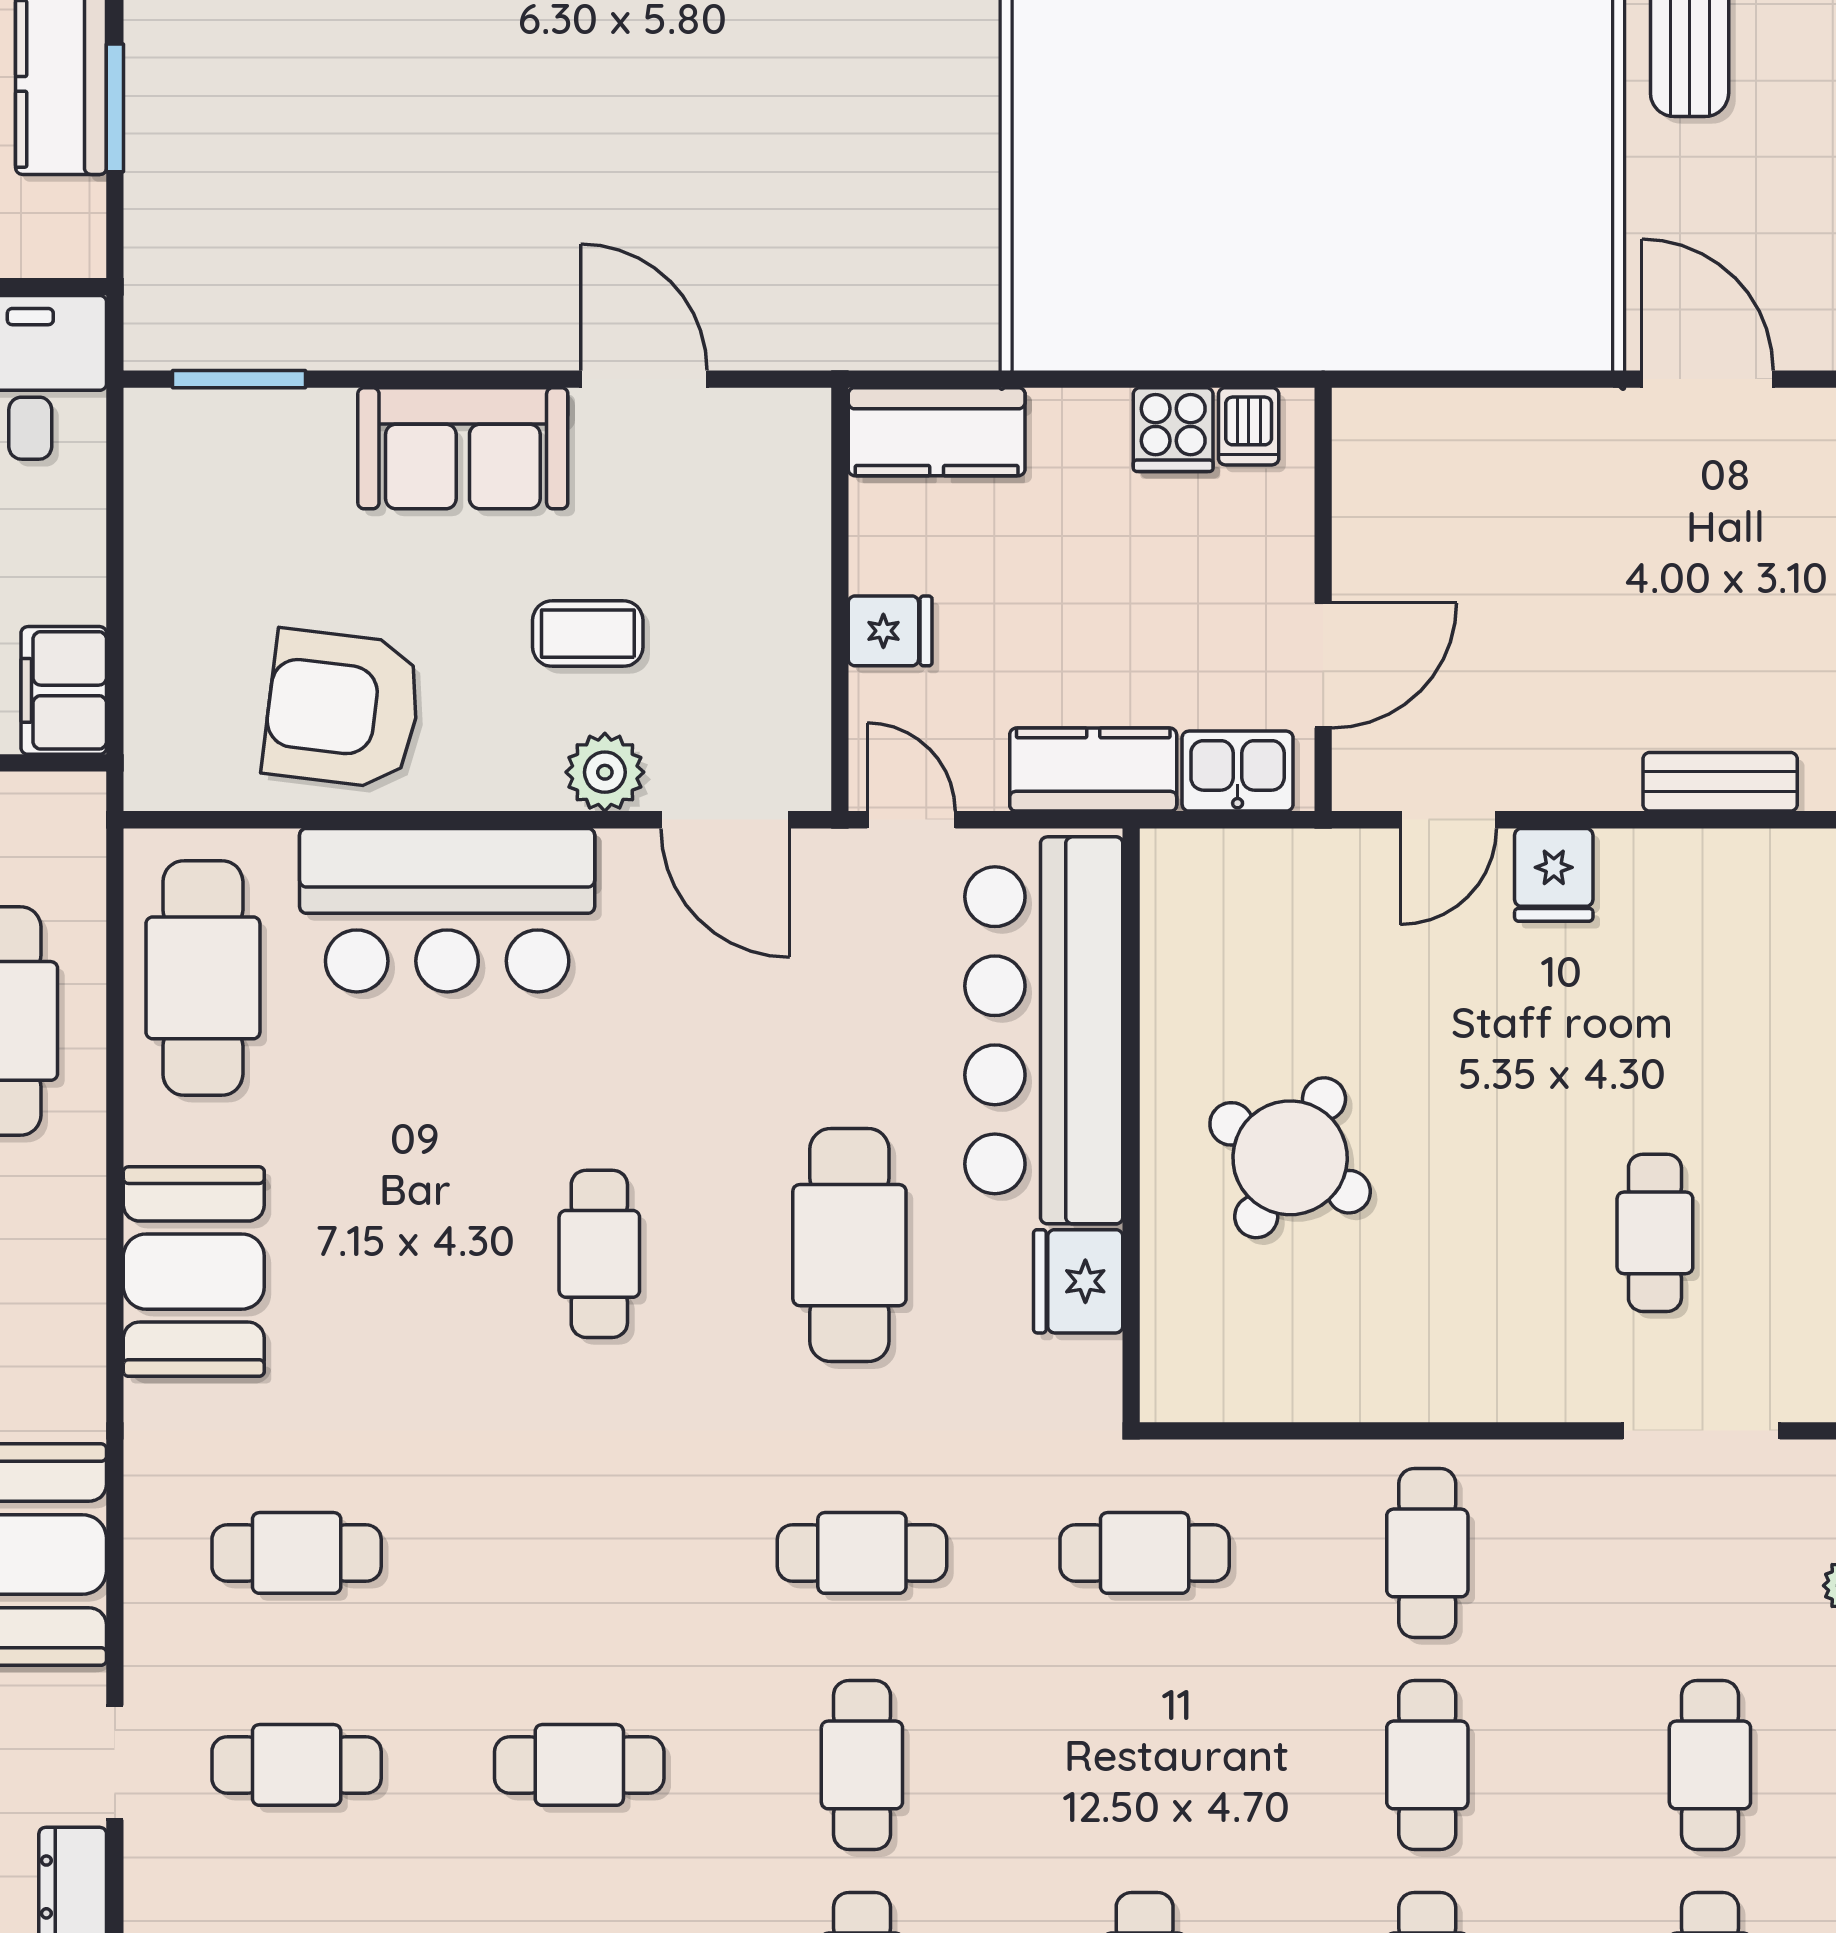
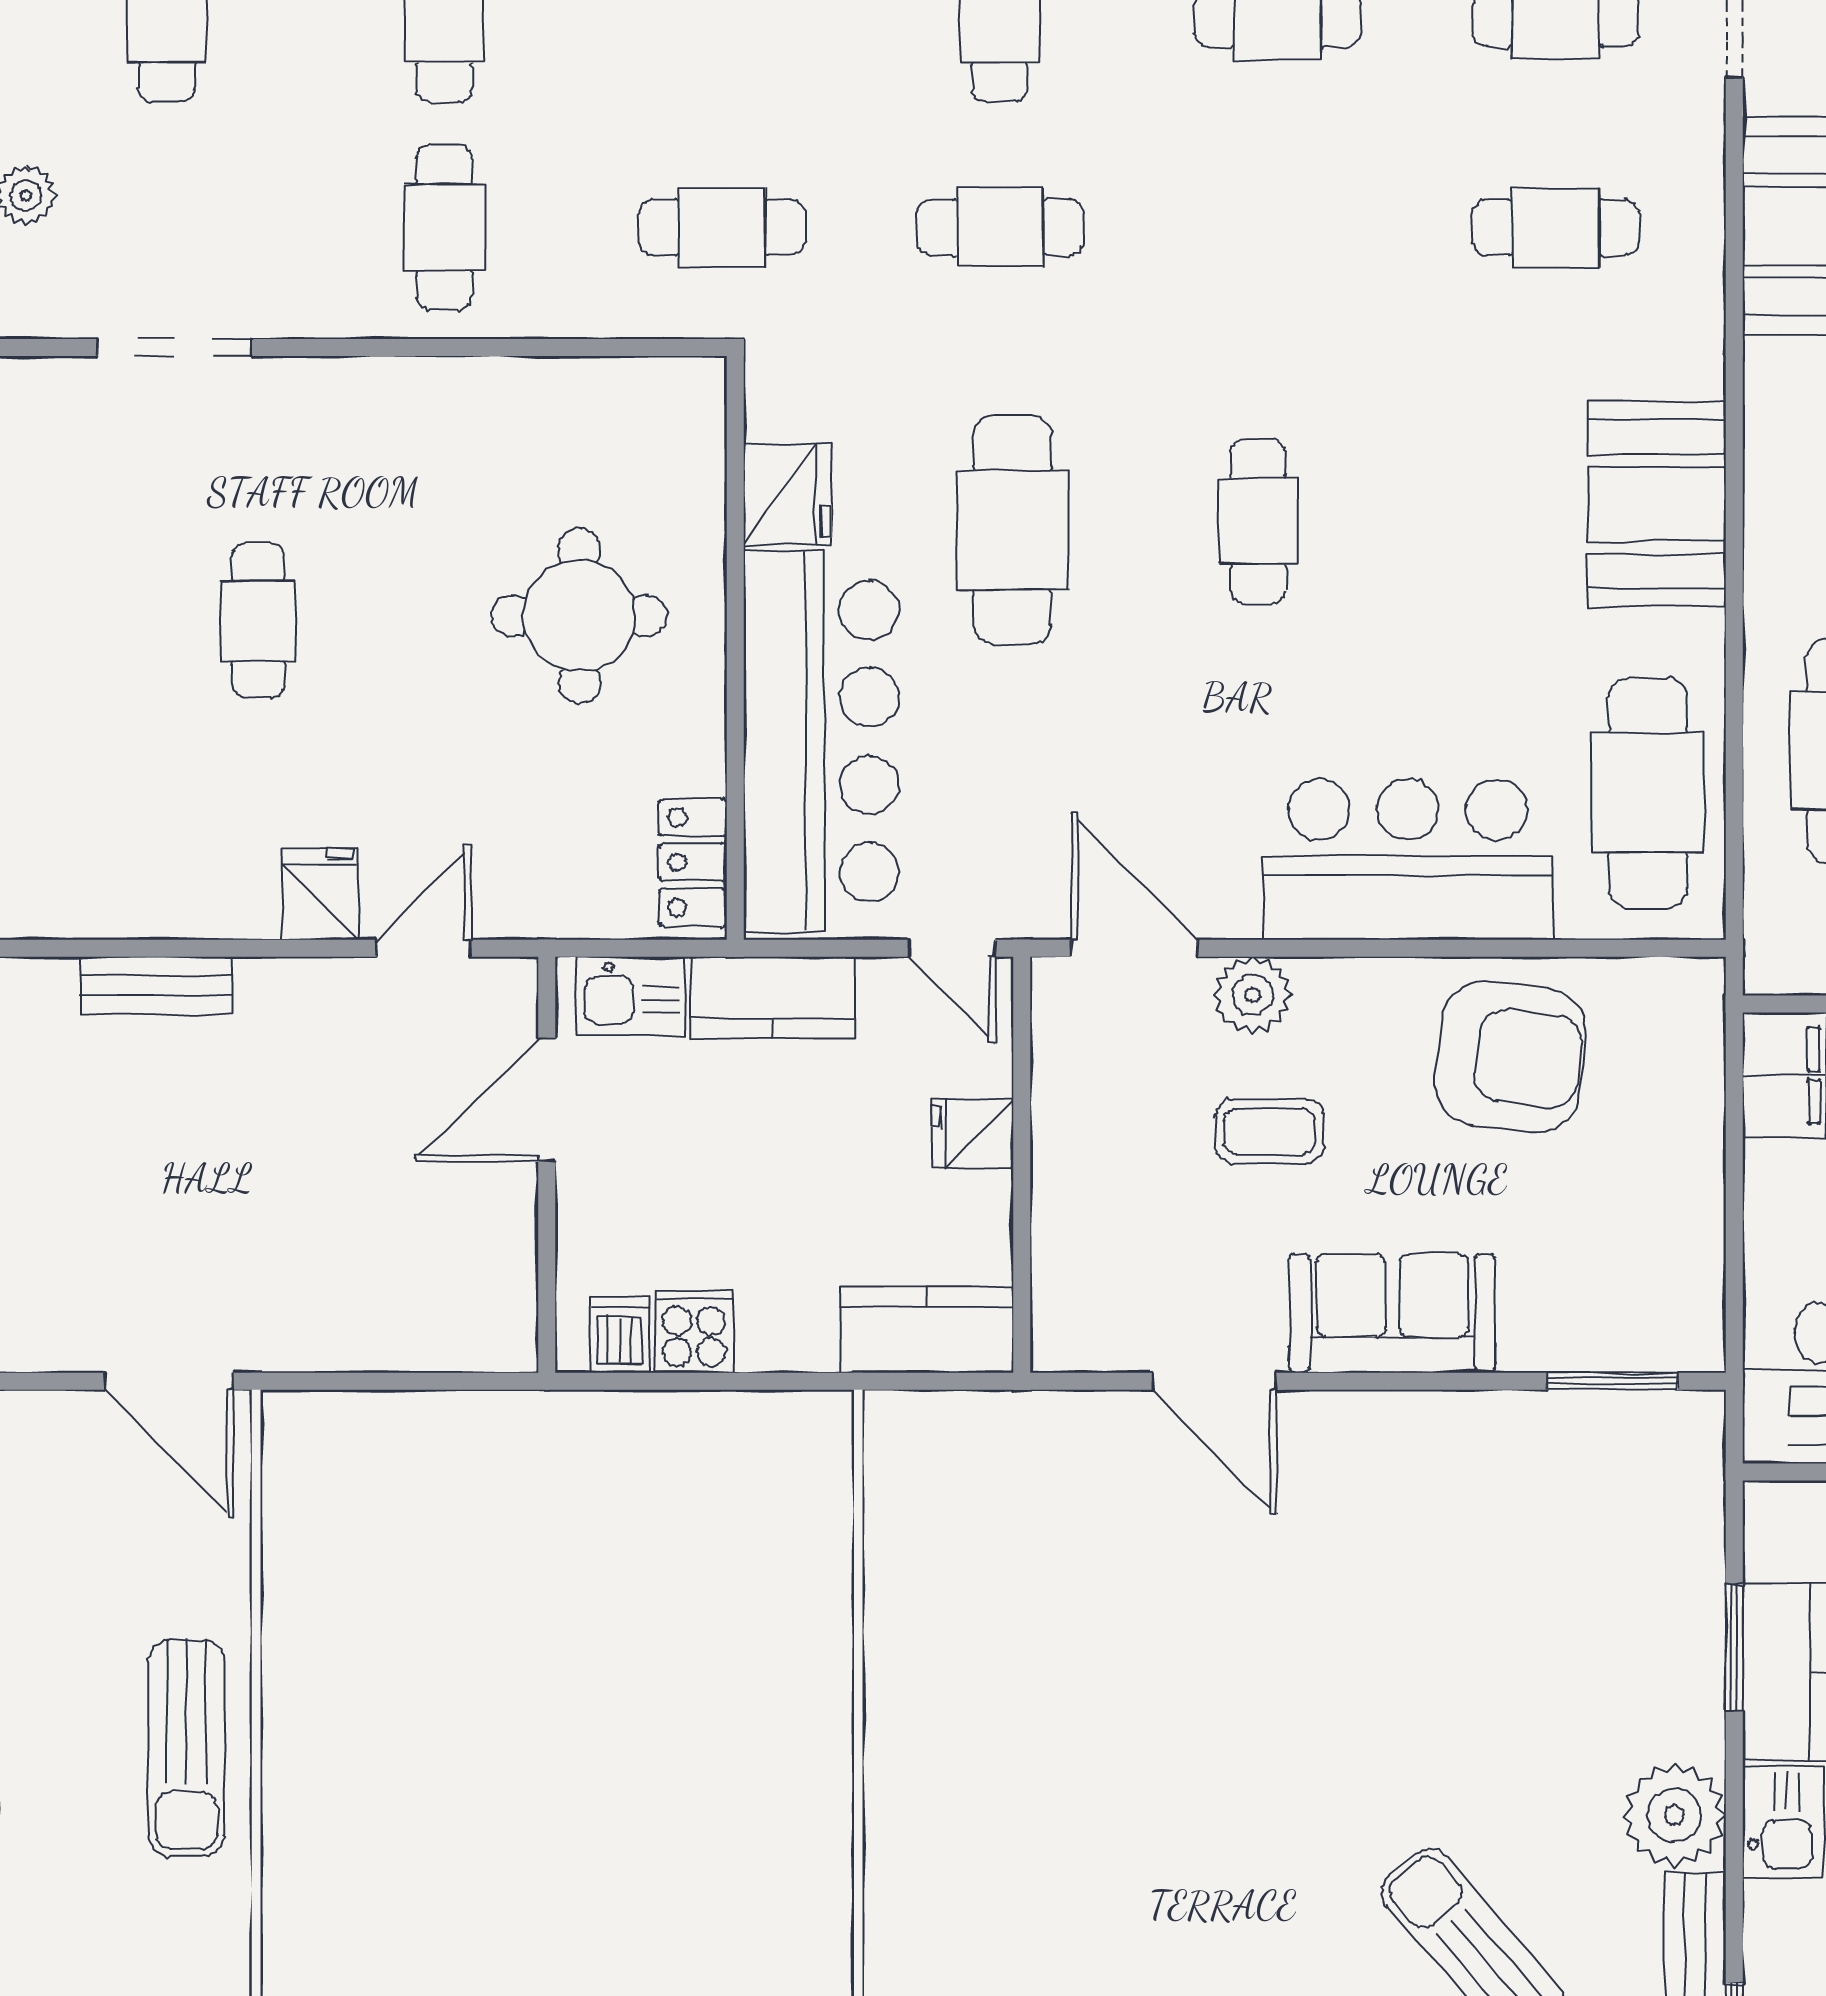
locker: (1174, 907) -> (693, 862), added
round table: (1290, 1158) -> (579, 616), turned -30
cafe table: (1655, 1233) -> (258, 620), moved

